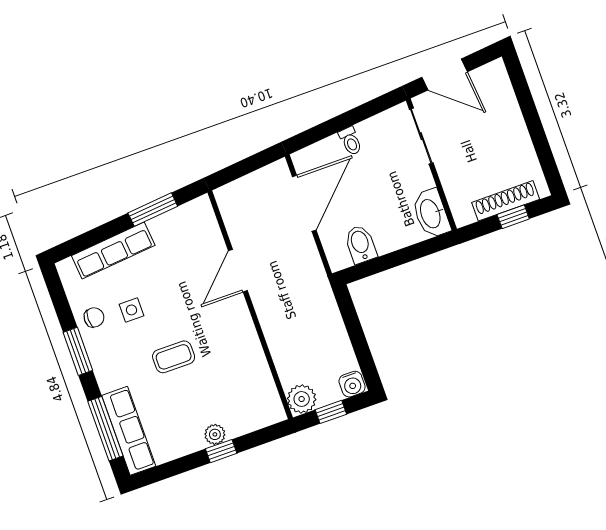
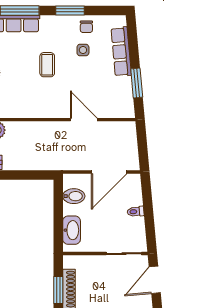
door: (304, 203) -> (109, 172), hinge flipped
washbasin: (431, 213) -> (72, 230), moved, turned 90
window: (513, 217) -> (58, 290), width x1.50

